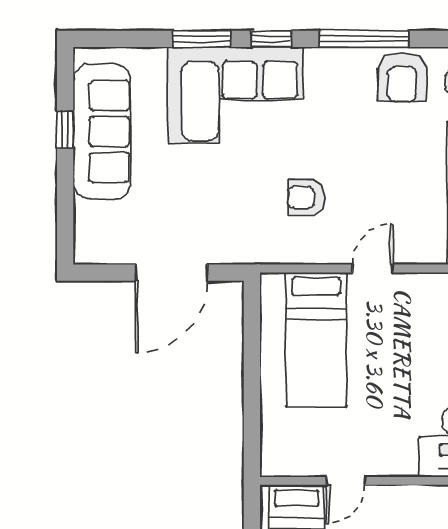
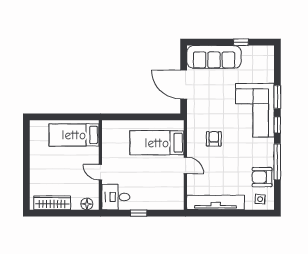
sofa: (102, 131) -> (214, 57), moved
door: (346, 481) -> (100, 172), moved

